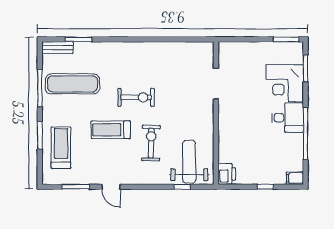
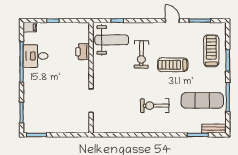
corner desk: (285, 83) -> (38, 101), removed
exercise bike: (136, 97) -> (155, 106), moved
desk: (287, 118) -> (36, 56), moved
treadmill: (111, 130) -> (173, 65), turned 180
treadmill: (61, 148) -> (211, 51), turned 180
weight bench: (189, 162) -> (112, 40), turned -90
printer: (227, 174) -> (83, 52), moved

